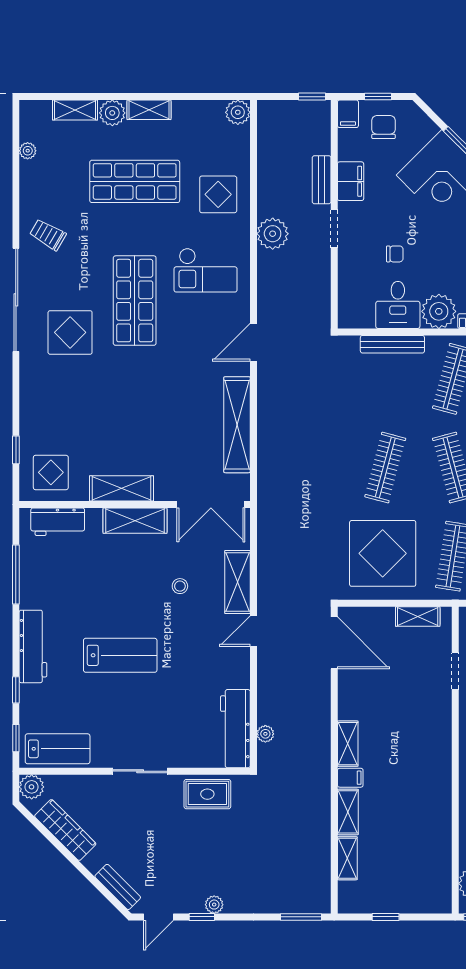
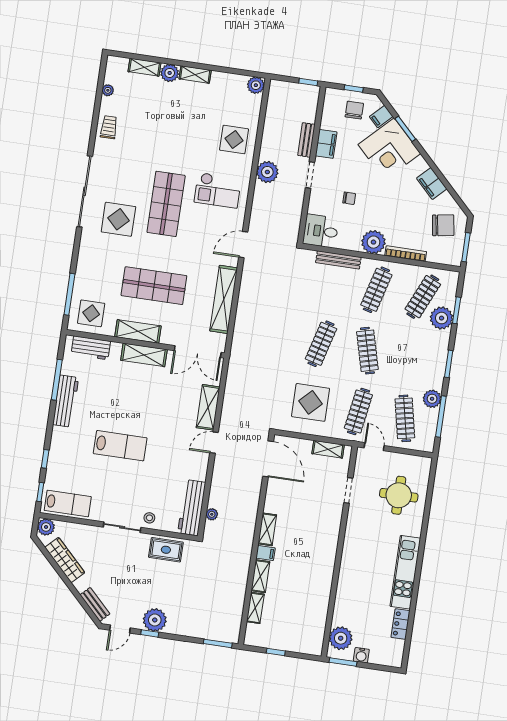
filing cabinet: (348, 114) -> (381, 117), moved, turned 45
shop shelf: (135, 181) -> (154, 286), moved
trolley: (48, 235) -> (109, 127), moved, turned 60
desk: (398, 305) -> (321, 231), moved, turned 90
window: (16, 450) -> (69, 294), width x2.17
display table: (383, 553) -> (311, 402), width x0.73, depth x0.73
stool: (180, 586) -> (149, 518), moved
workbench: (33, 646) -> (66, 401), moved
plant: (214, 905) -> (155, 620), width x1.87, depth x1.87

